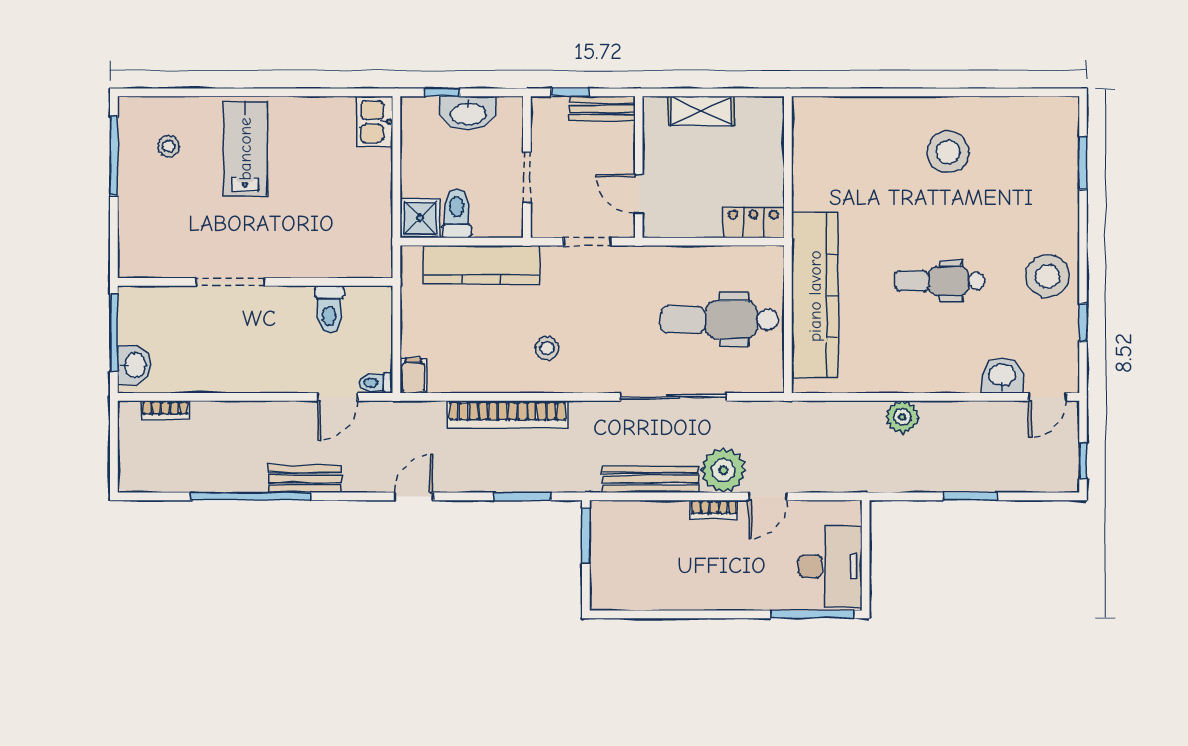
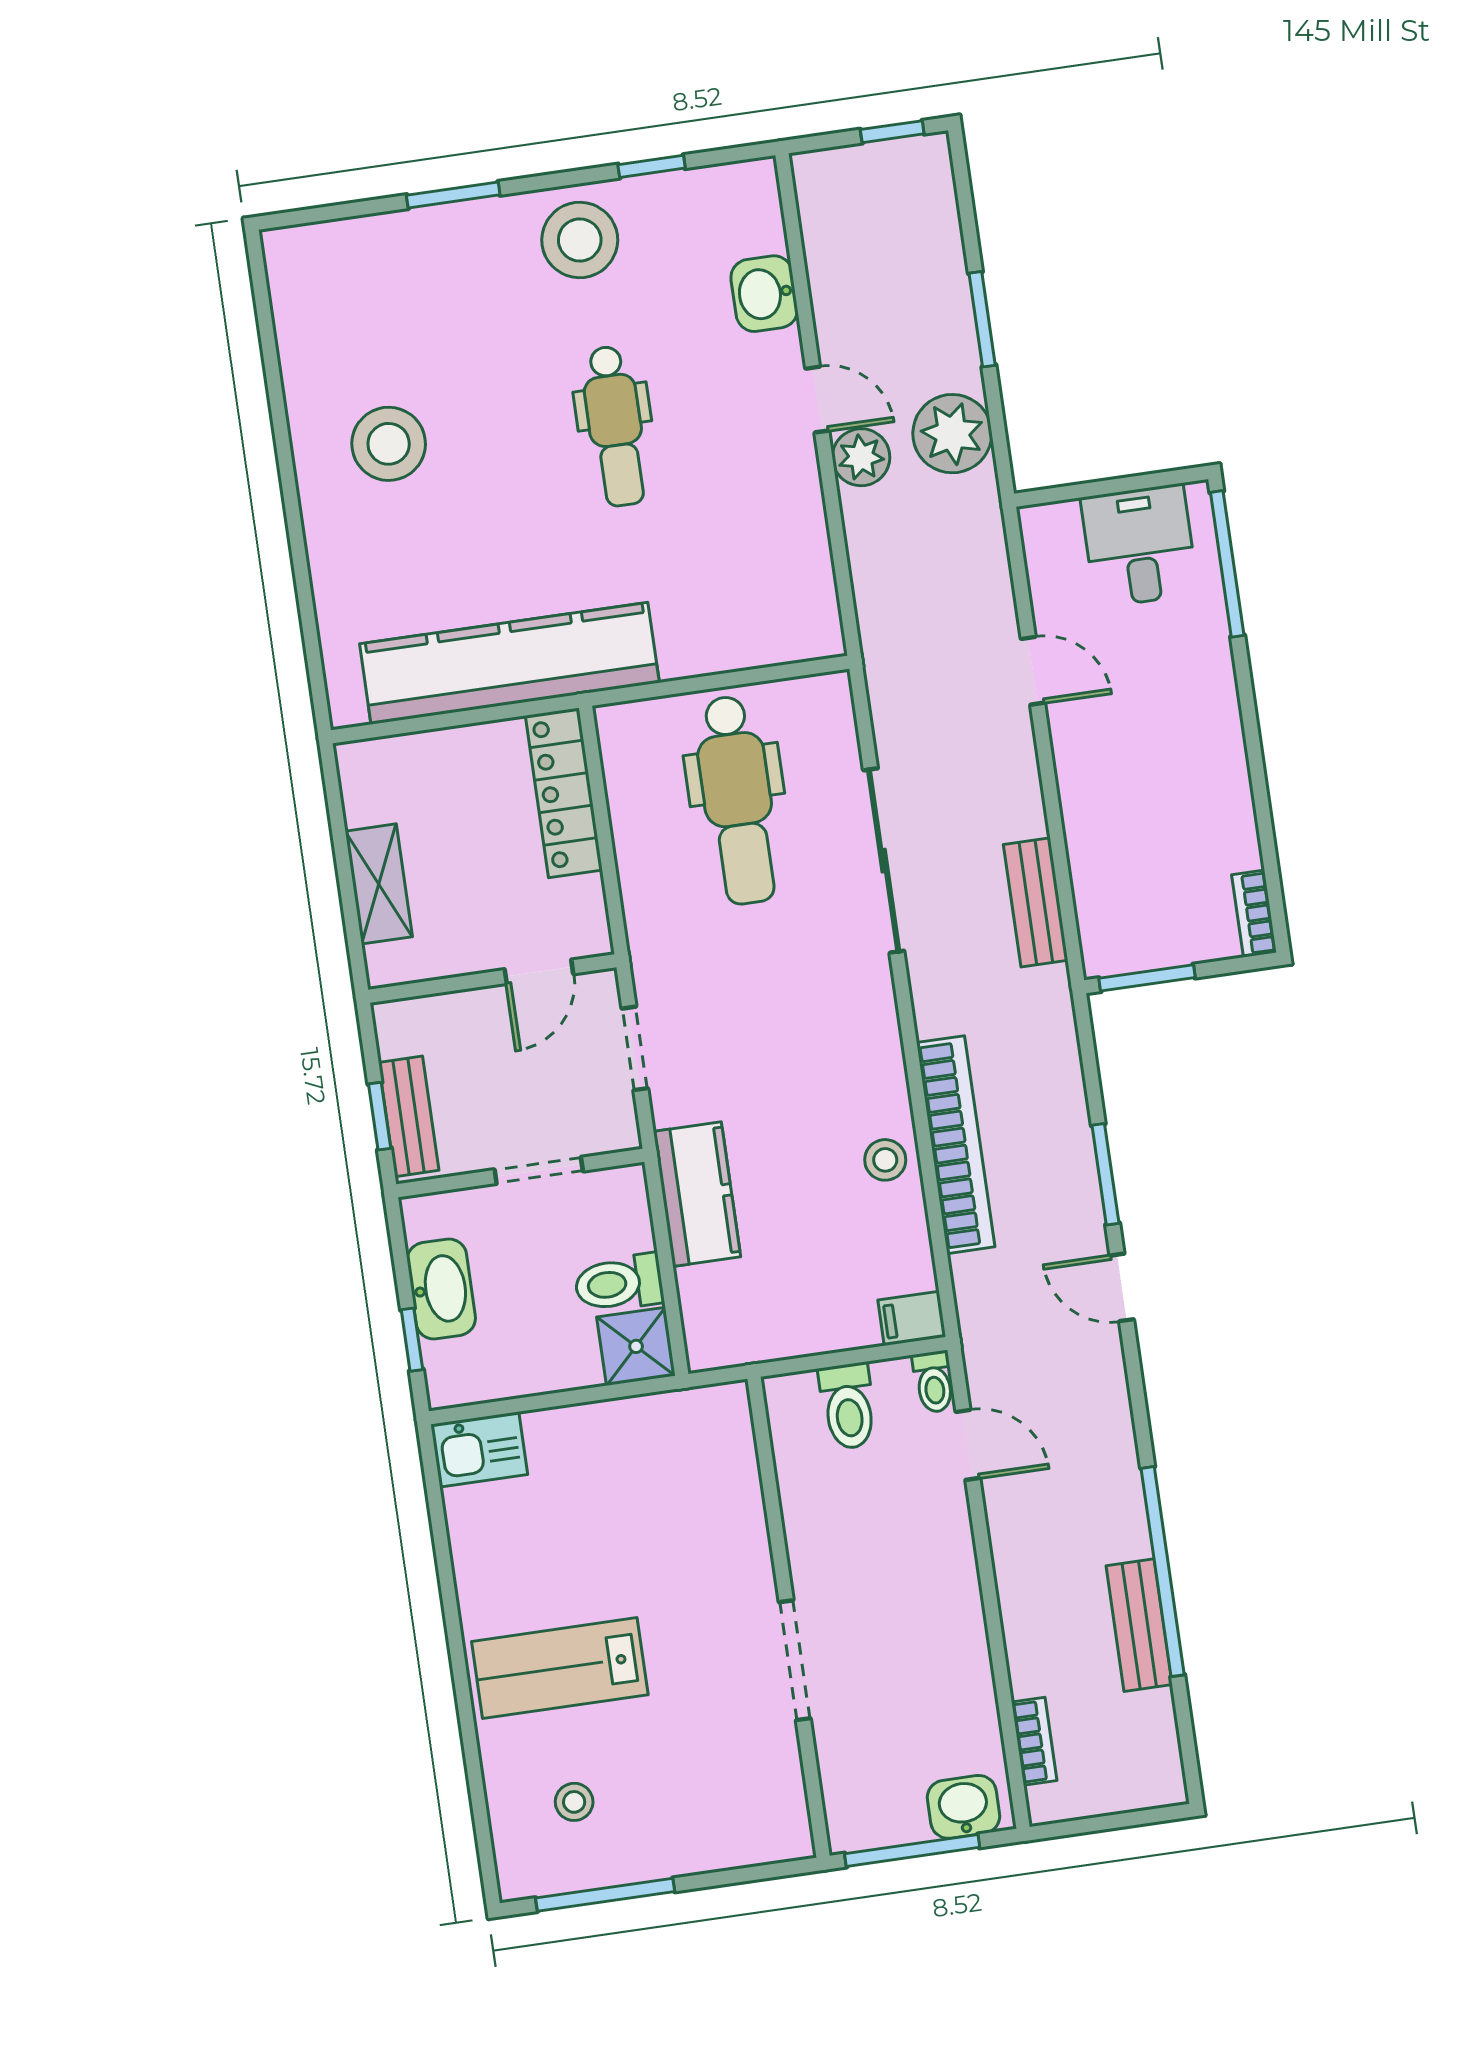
bench: (602, 109) -> (409, 1116), moved
window: (1083, 163) -> (453, 195), moved
locker: (754, 222) -> (564, 793), width x1.53
kitchen counter: (481, 265) -> (697, 1194), width x0.67
kitchen counter: (815, 296) -> (509, 663), moved
toilet: (329, 309) -> (848, 1406), moved, turned 90
stool: (547, 348) -> (885, 1160), moved
door: (1047, 397) -> (817, 400), moved
plant: (723, 470) -> (952, 434), moved
bench: (305, 479) -> (1139, 1625), moved
bench: (650, 479) -> (1036, 902), width x0.73
window: (522, 496) -> (1105, 1174), moved
bookcase: (714, 509) -> (1254, 914), moved, turned 180
desk: (830, 566) -> (1139, 546), width x0.73

